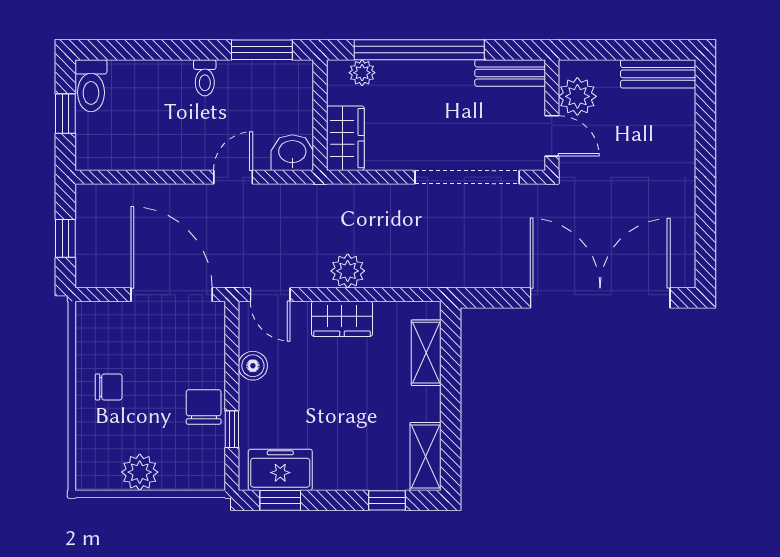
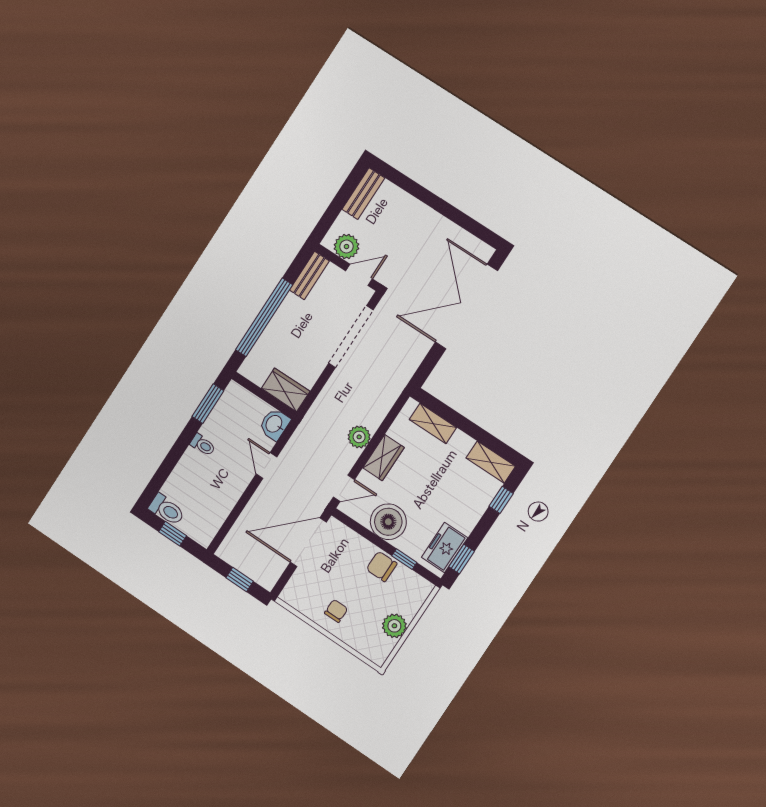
plant: (362, 73) -> (256, 357), removed
boiler: (253, 366) -> (388, 522), width x1.86, depth x1.86

